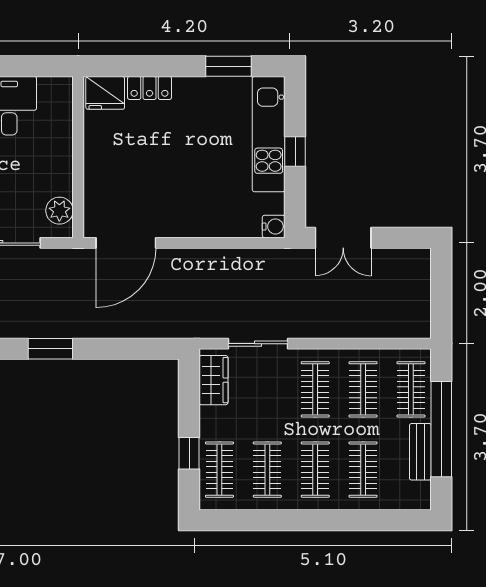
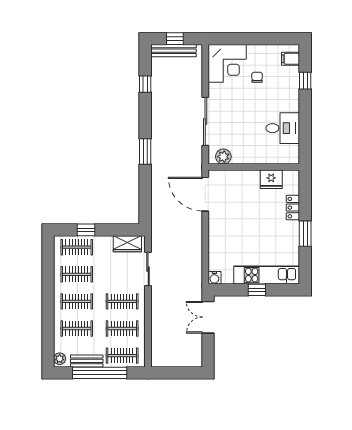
window: (228, 66) -> (305, 234), moved
fridge: (105, 93) -> (271, 179), moved, turned -90
plant: (416, 500) -> (60, 359), added

